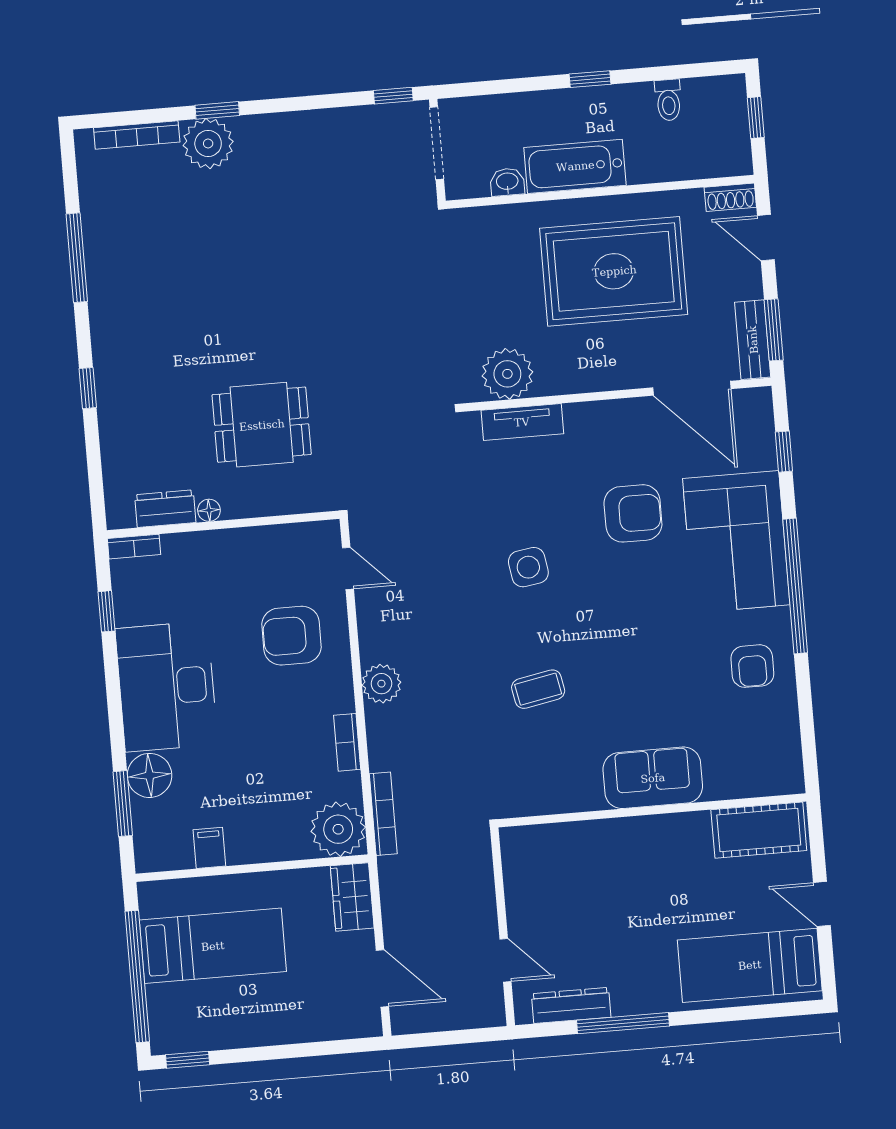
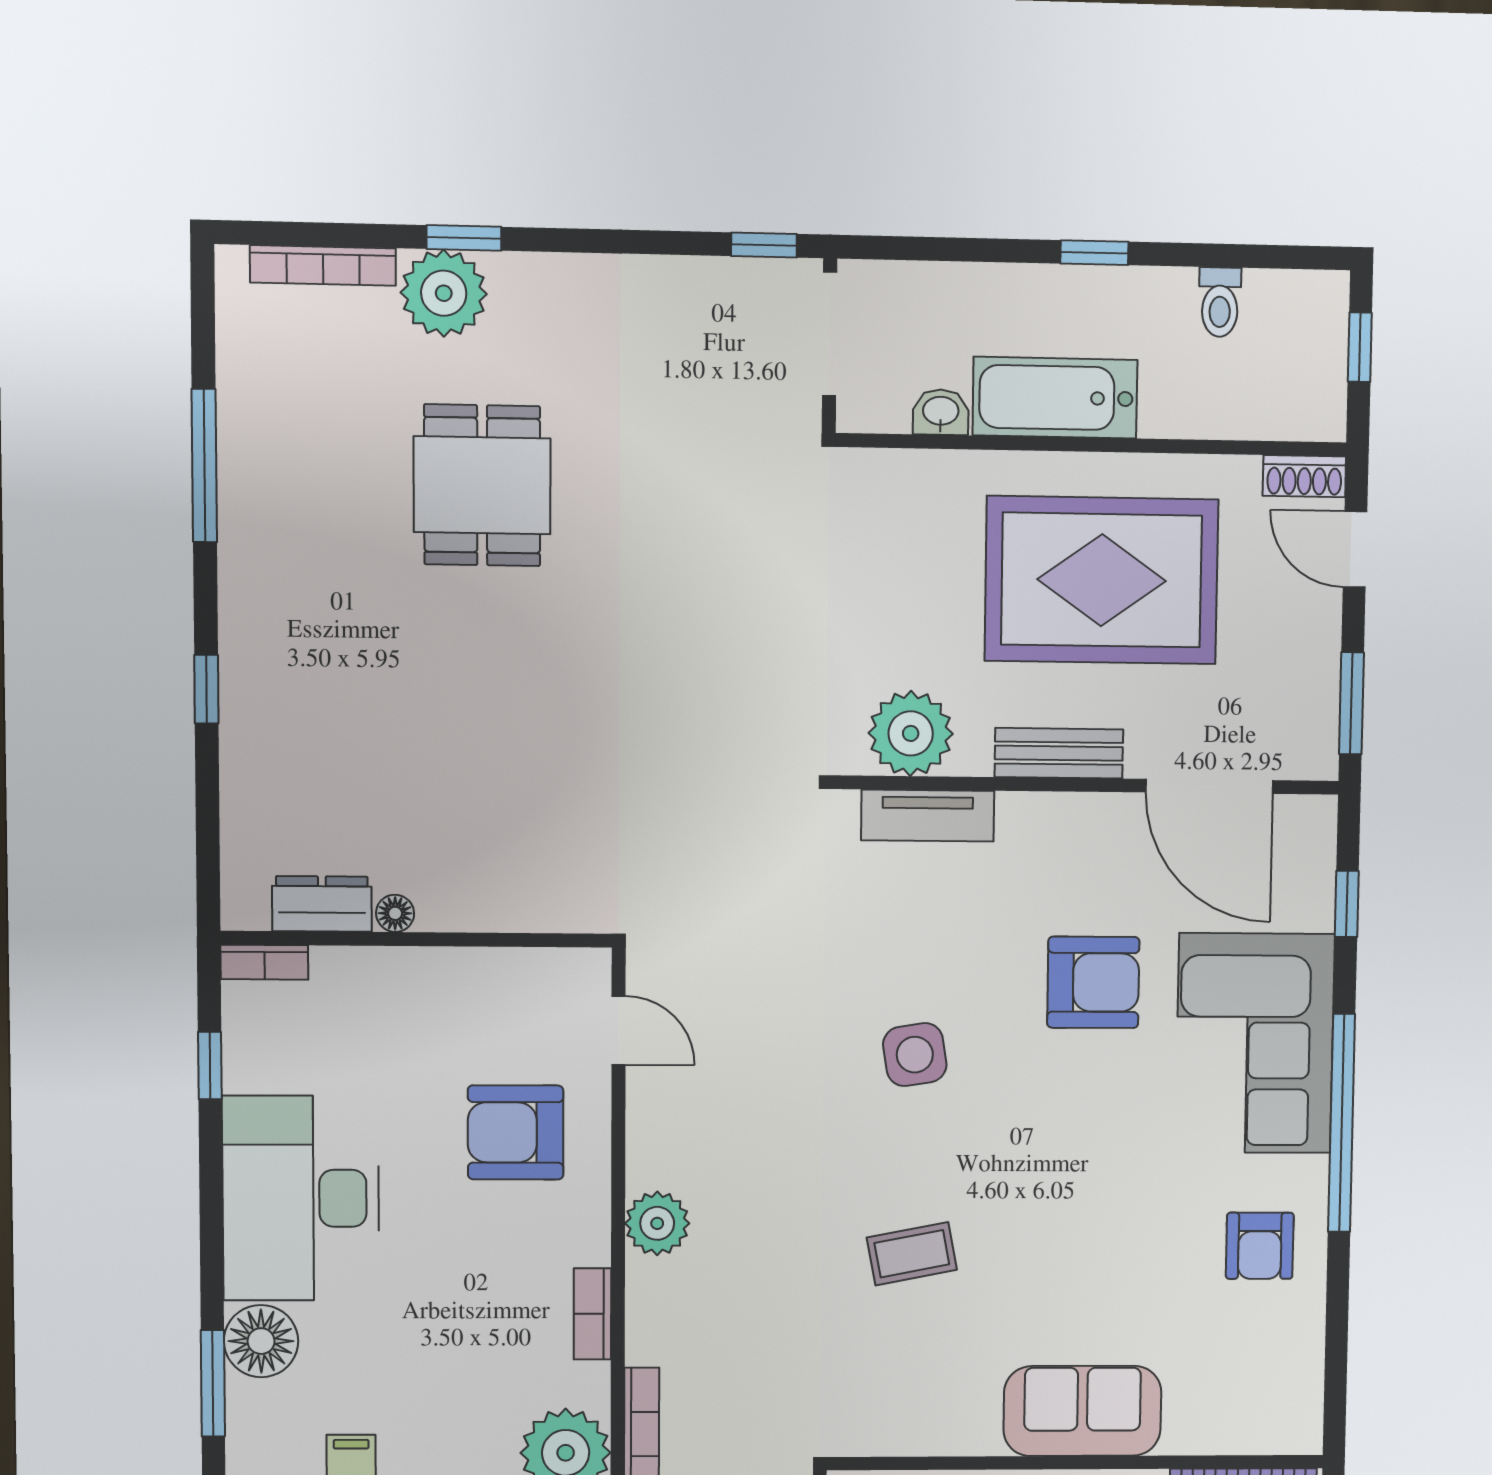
bench: (753, 340) -> (1059, 753), moved, turned 90
dining table: (262, 425) -> (482, 485), moved, turned 90

